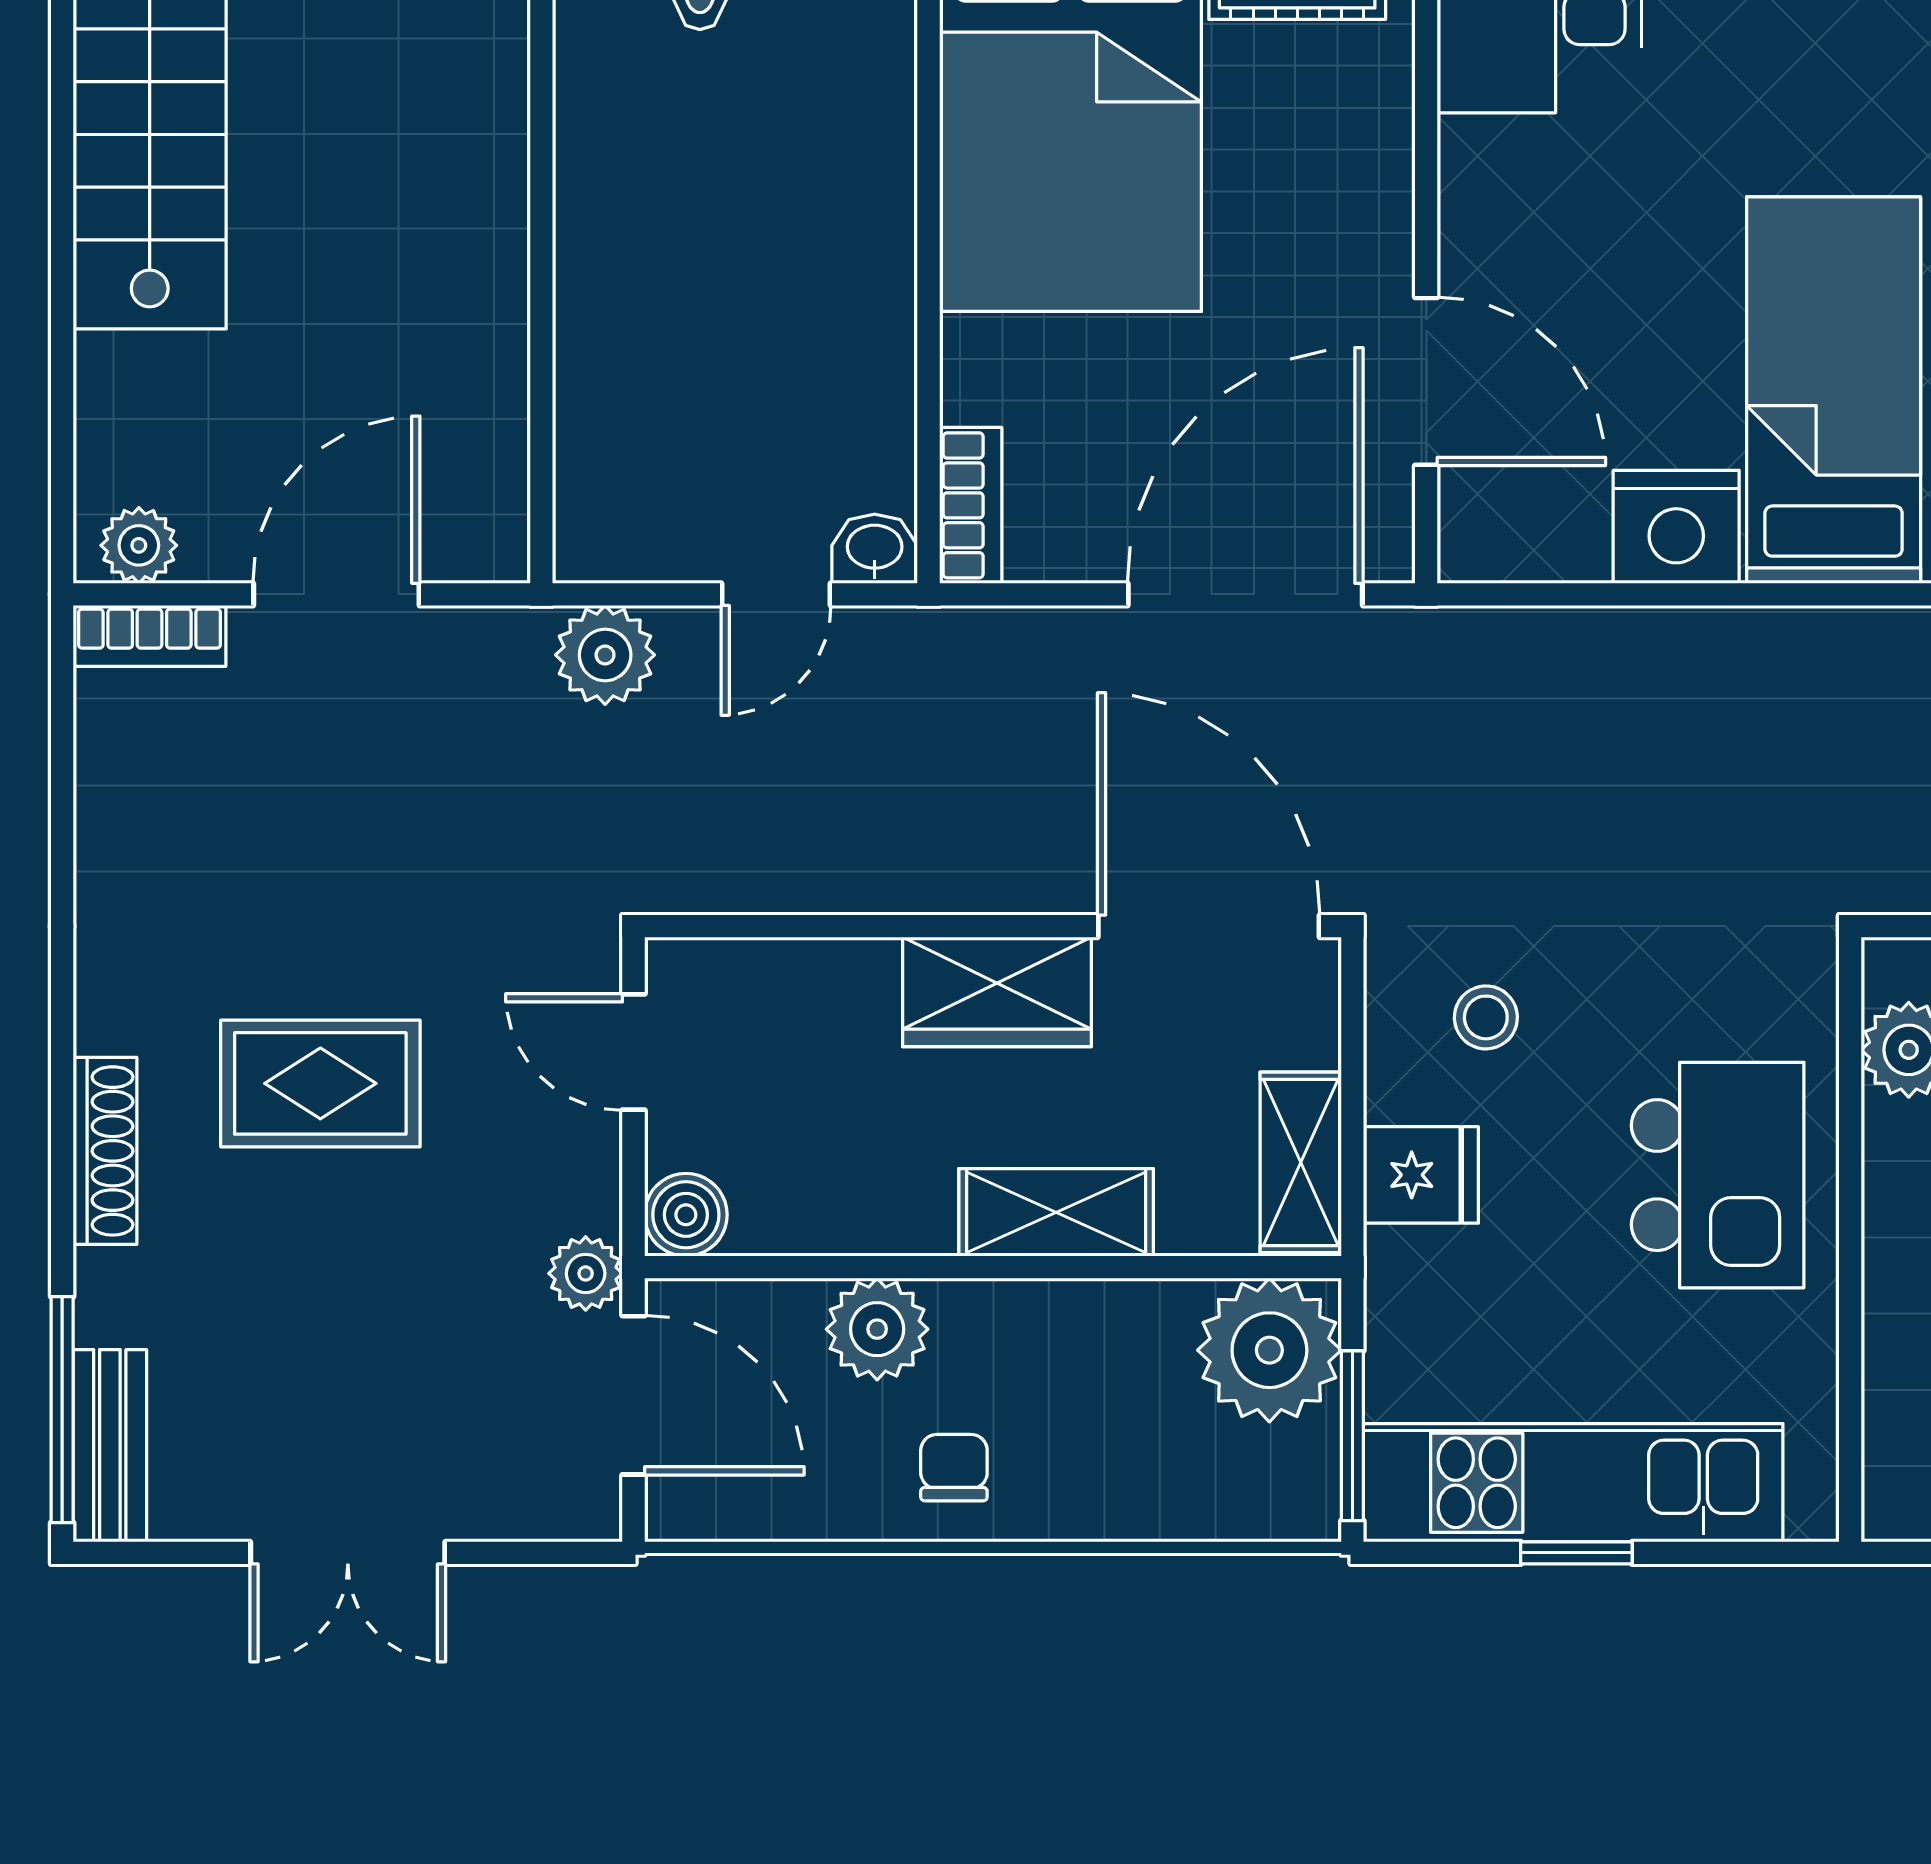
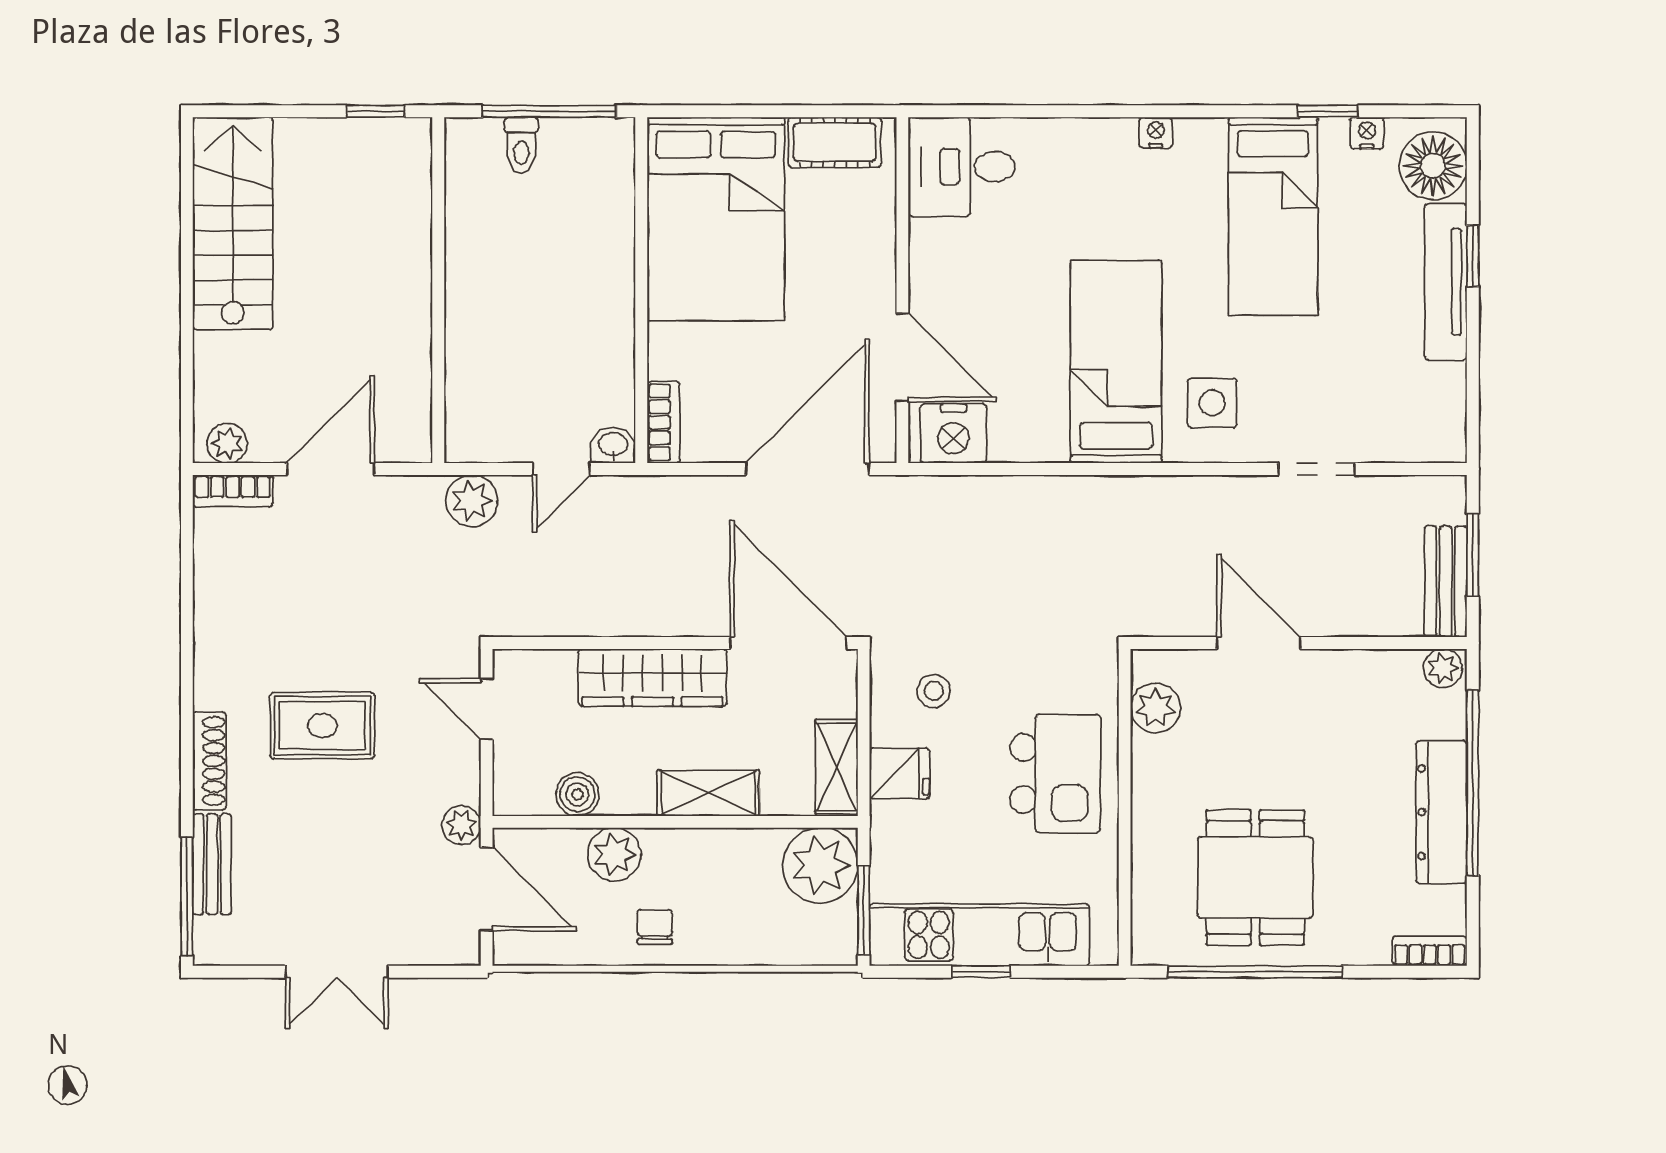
nightstand: (1676, 527) -> (954, 434), moved
wardrobe: (997, 992) -> (652, 678), width x1.50
boiler: (686, 1215) -> (577, 794), moved
bench: (110, 1446) -> (212, 864), moved

